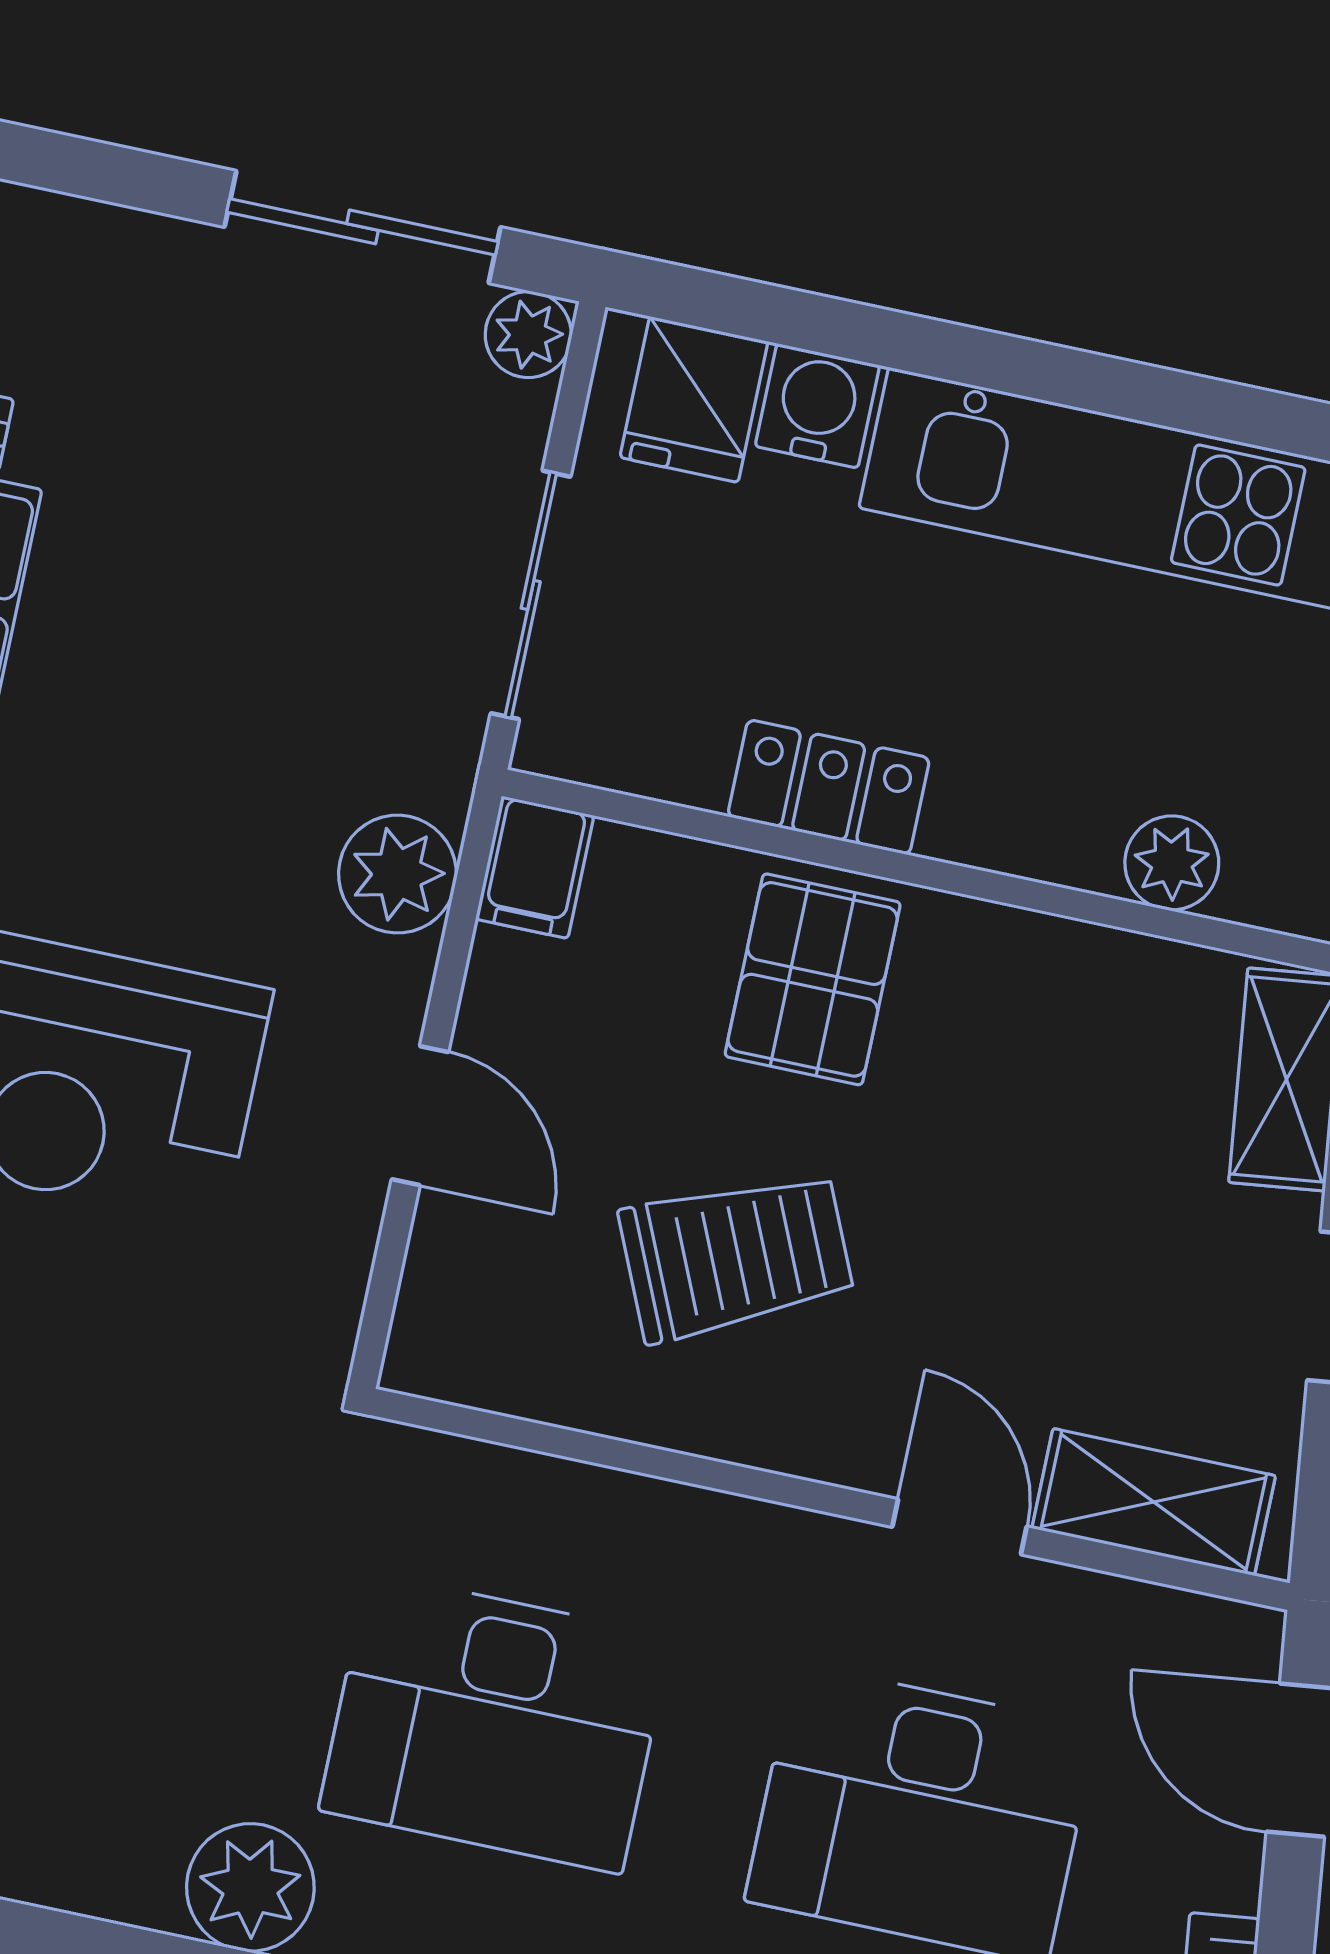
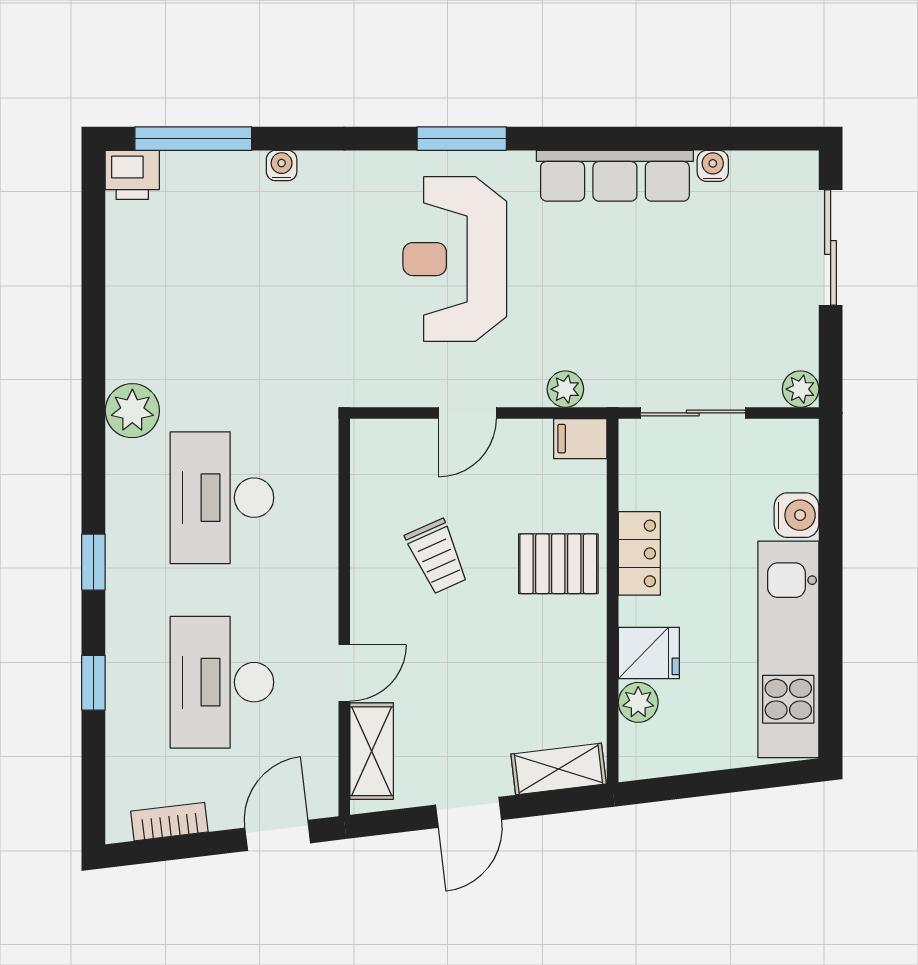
sliding door: (362, 227) -> (831, 247), moved
fridge: (694, 400) -> (649, 653), moved, turned 180
plant: (397, 874) -> (565, 389), width x0.73, depth x0.73
trolley: (736, 1256) -> (437, 556), width x0.73, depth x0.72

